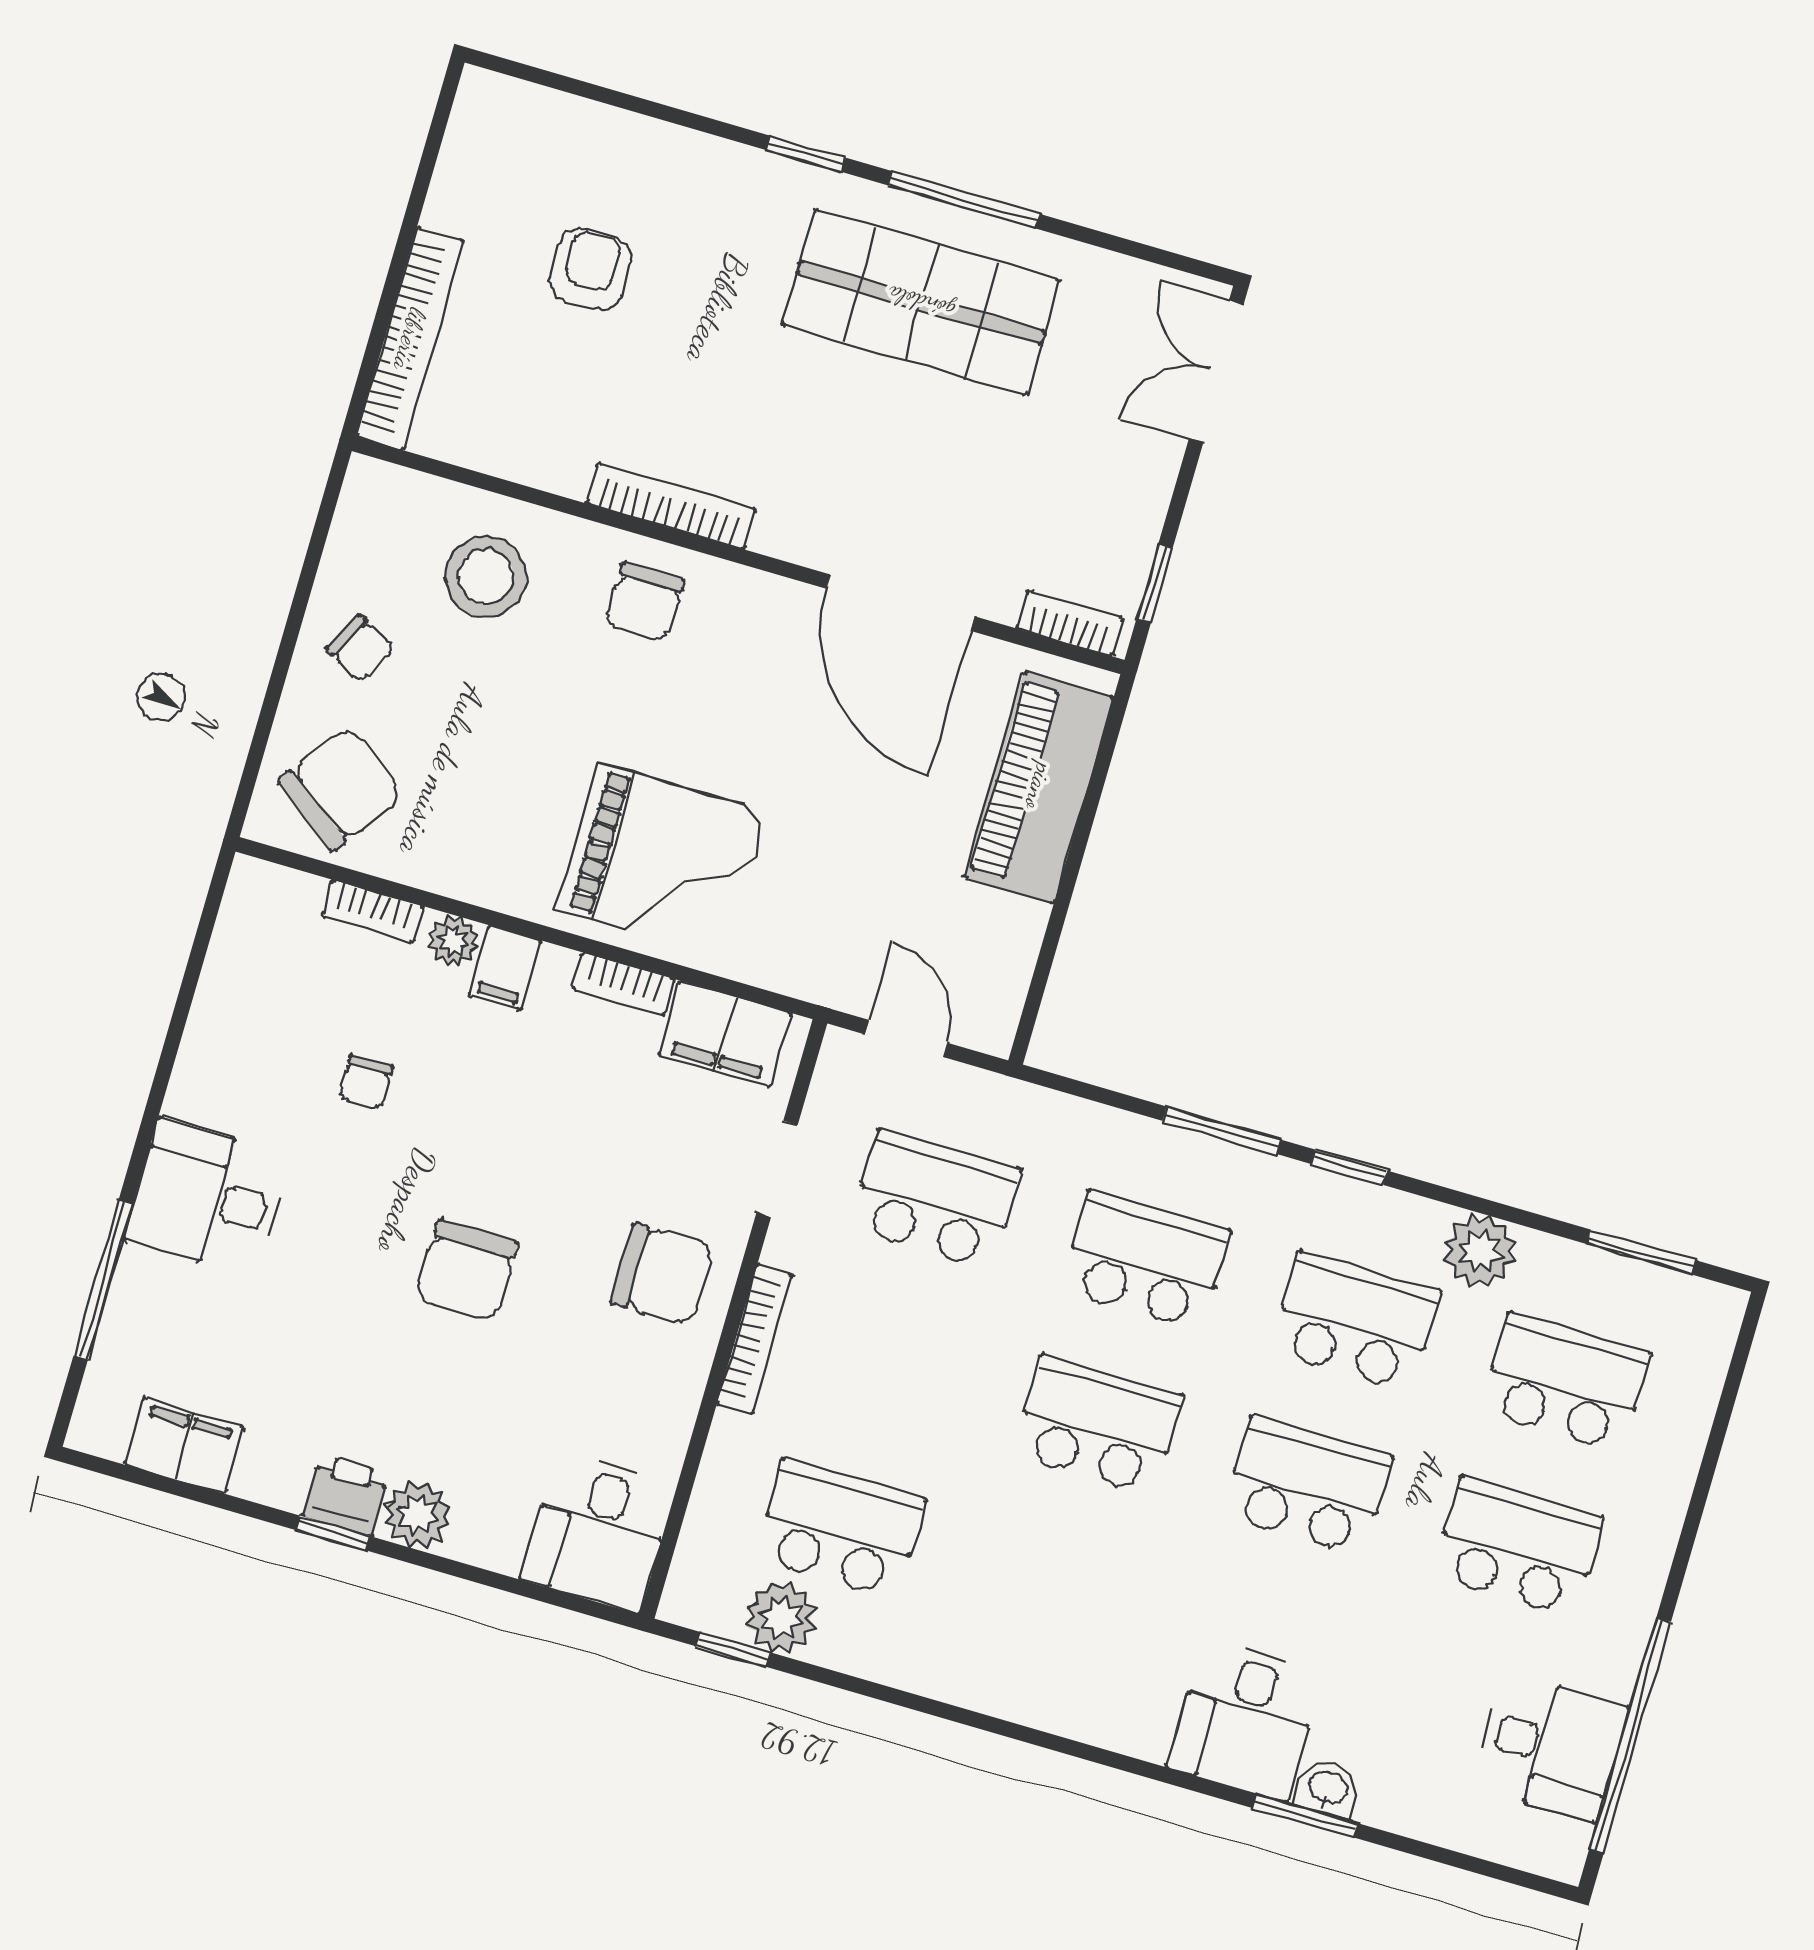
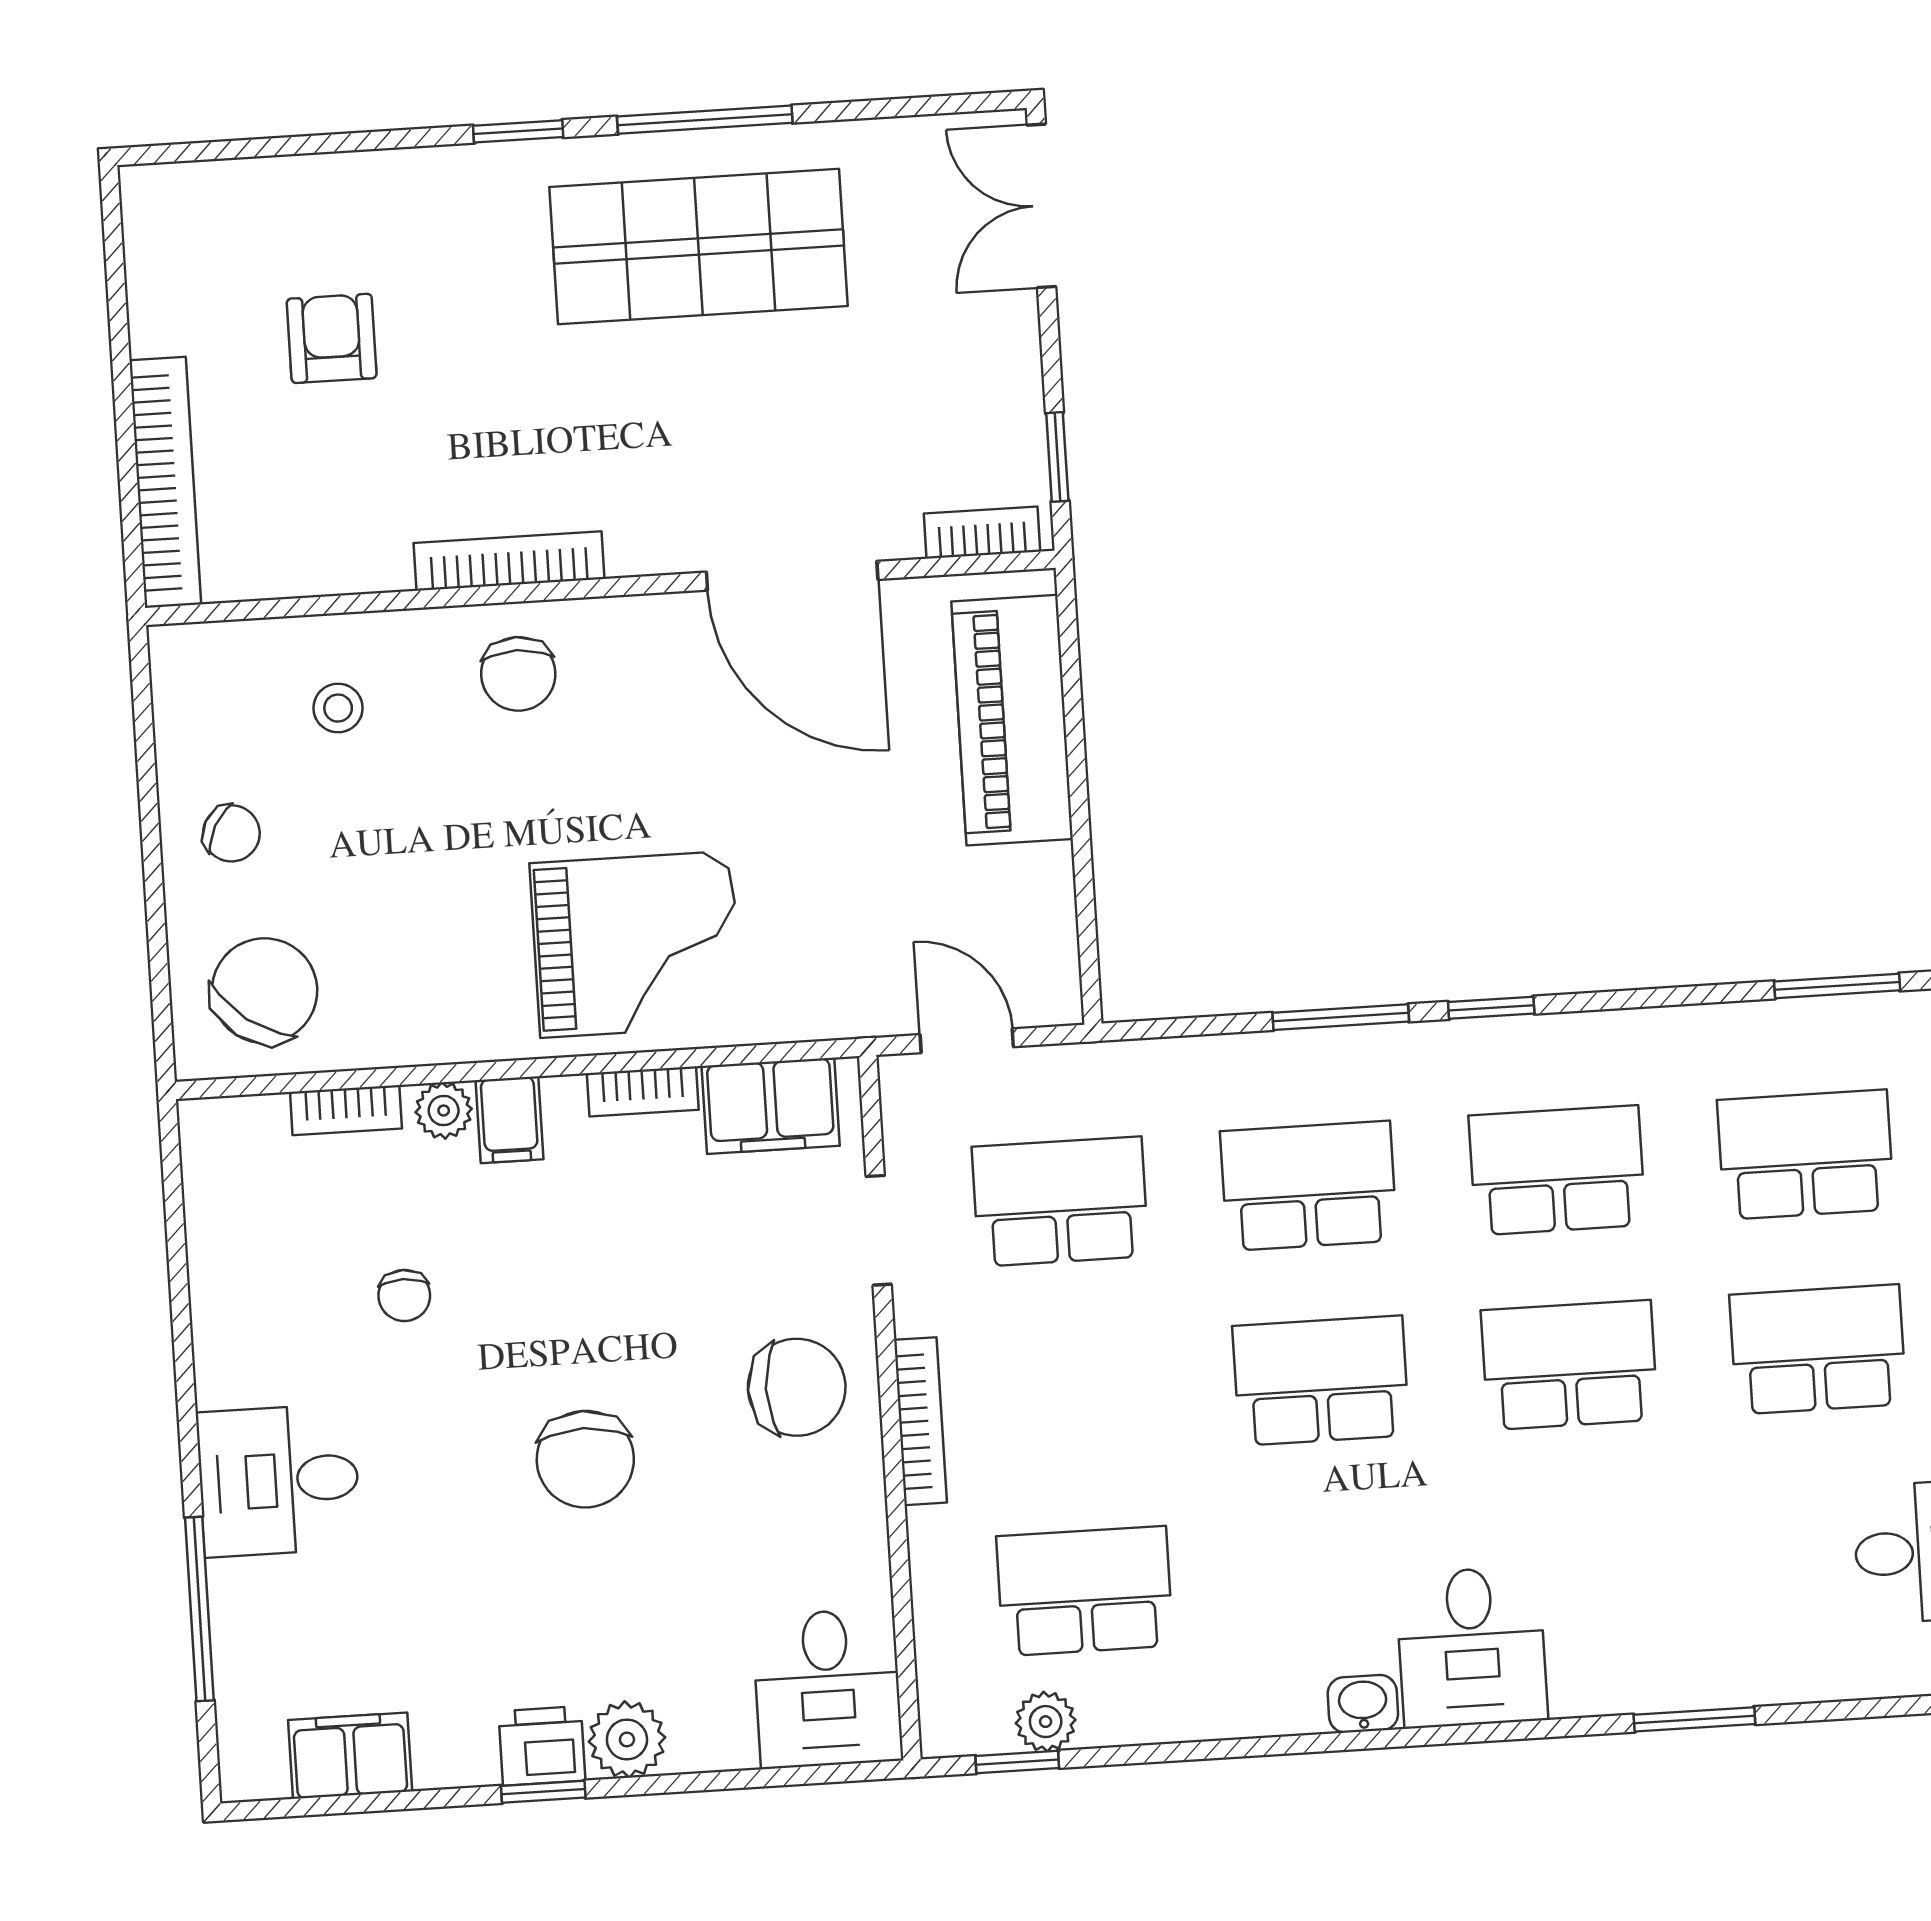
stool: (486, 577) -> (338, 708), width x0.53, depth x0.53
plant: (1480, 1251) -> (1664, 1047), removed
plant: (781, 1618) -> (1046, 1722), width x0.73, depth x0.73
desk: (1246, 1719) -> (1472, 1647), moved
washbasin: (1328, 1789) -> (1363, 1704), moved

